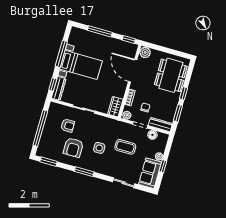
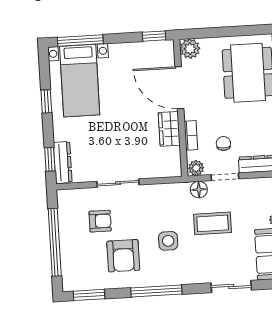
window: (100, 31) -> (80, 40), moved
window: (61, 54) -> (46, 101), width x0.46
bed with nightstands: (81, 65) -> (80, 81), moved, turned 90
wardrobe: (115, 107) -> (169, 129), moved
floor lamp: (152, 135) -> (199, 190), moved
window: (84, 172) -> (156, 291), width x1.44

